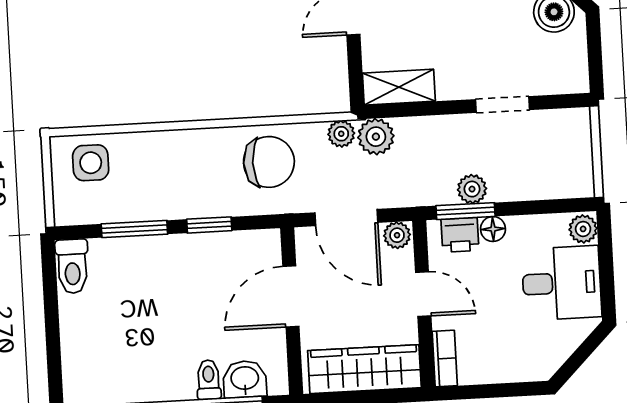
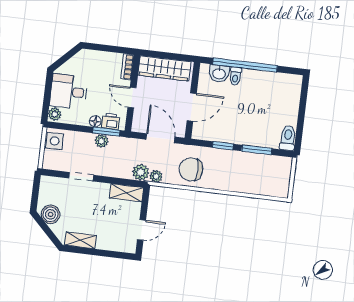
side table: (91, 163) -> (55, 141), moved
plant: (397, 235) -> (139, 126), removed

